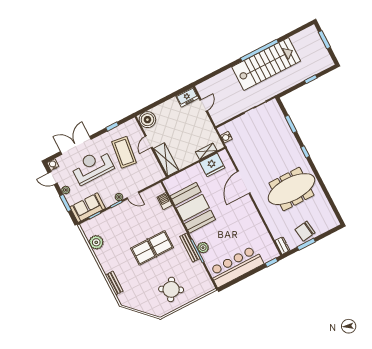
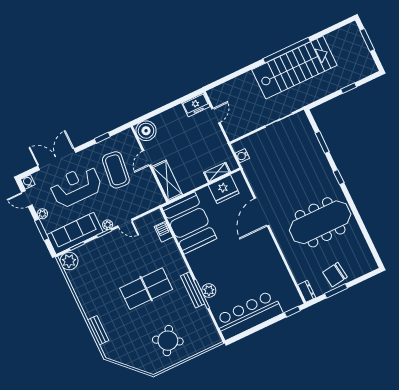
sofa: (88, 208) -> (75, 233), width x1.36
booth: (193, 208) -> (189, 223), moved
plant: (96, 242) -> (69, 261), moved

